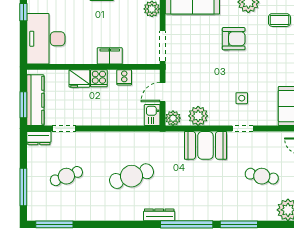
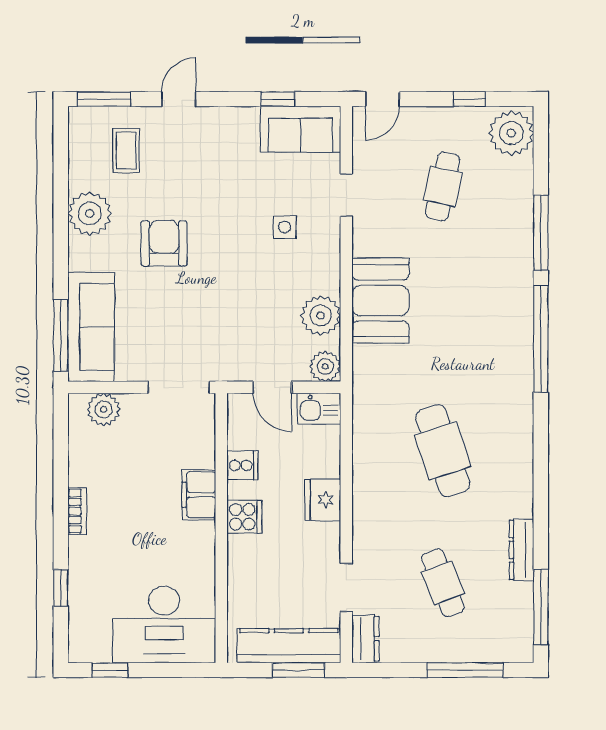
fridge: (79, 78) -> (323, 500), moved, turned 180
doorway: (243, 129) -> (346, 195), moved
dresser: (159, 215) -> (521, 550), moved

